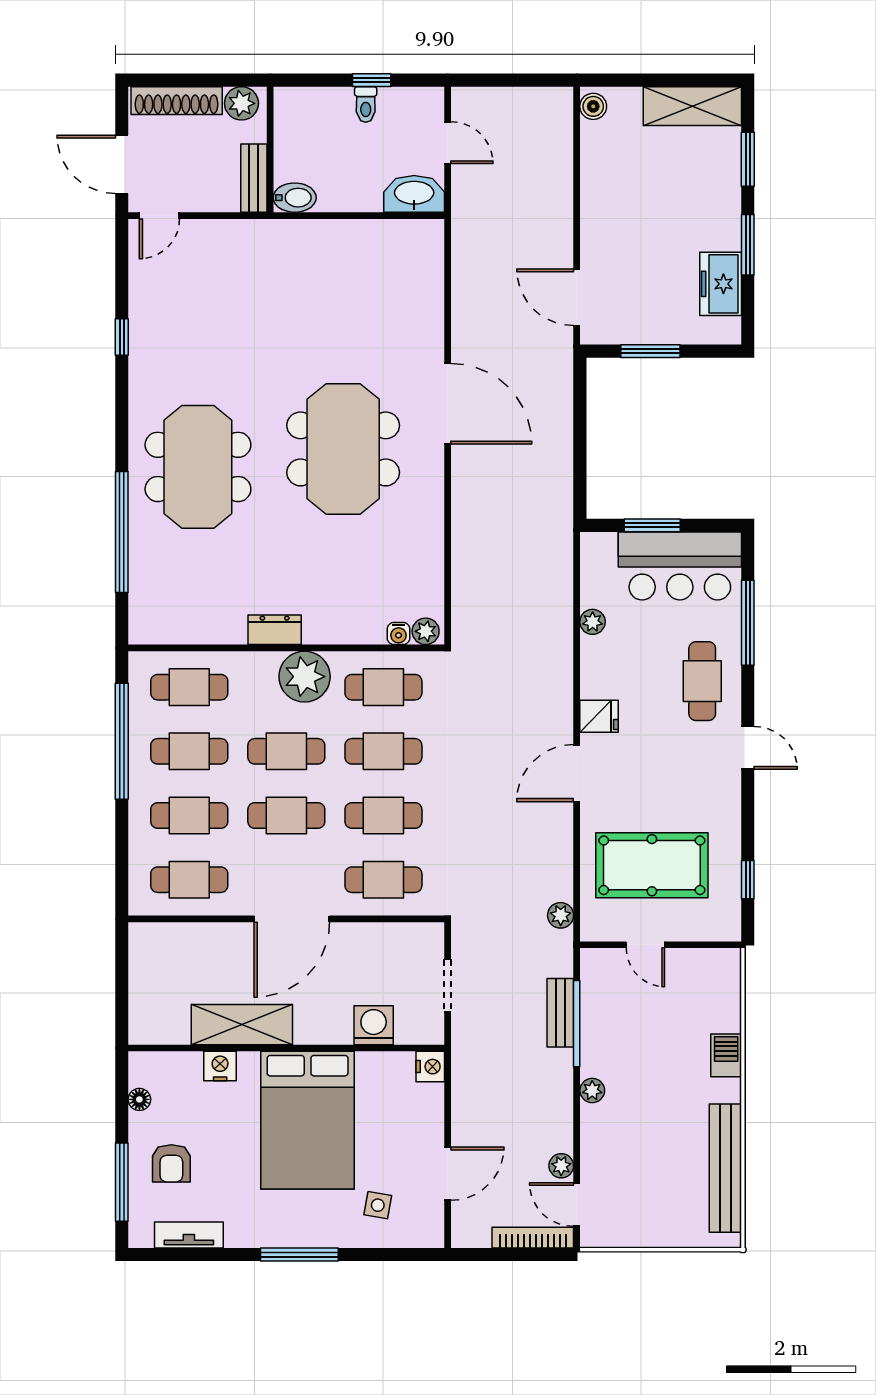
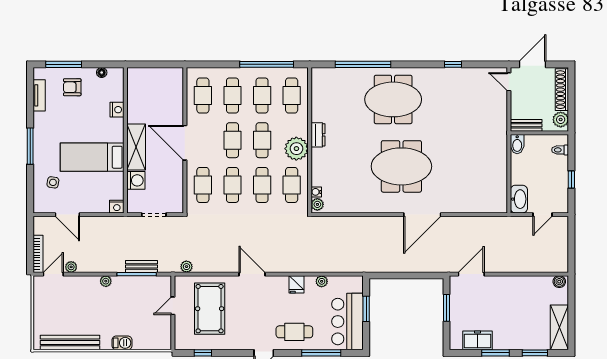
toilet: (366, 104) -> (560, 150), moved
fridge: (599, 716) -> (297, 284), moved
shelving: (242, 1025) -> (136, 147), moved
bed: (308, 1120) -> (92, 157), width x0.67

